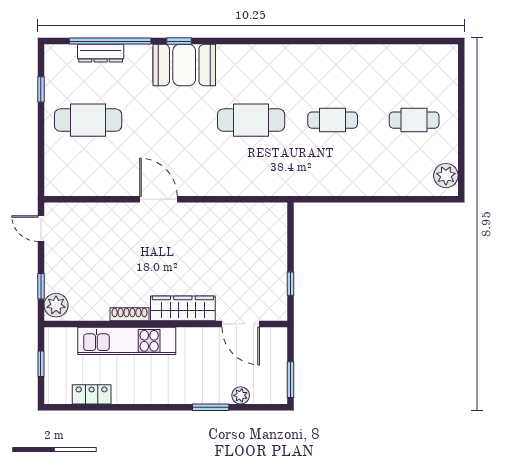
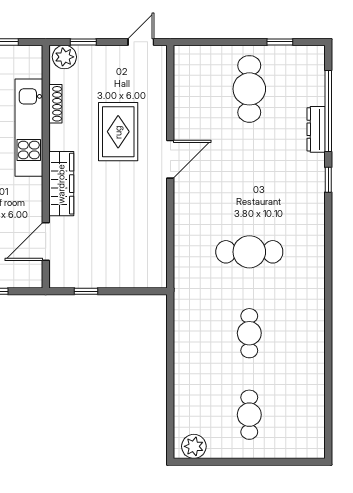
dresser: (101, 53) -> (316, 129), moved
booth: (184, 65) -> (304, 185), removed
cafe table: (251, 120) -> (249, 252), turned 90
rug: (131, 251) -> (118, 132), added
shoe rack: (129, 314) -> (55, 104), moved

